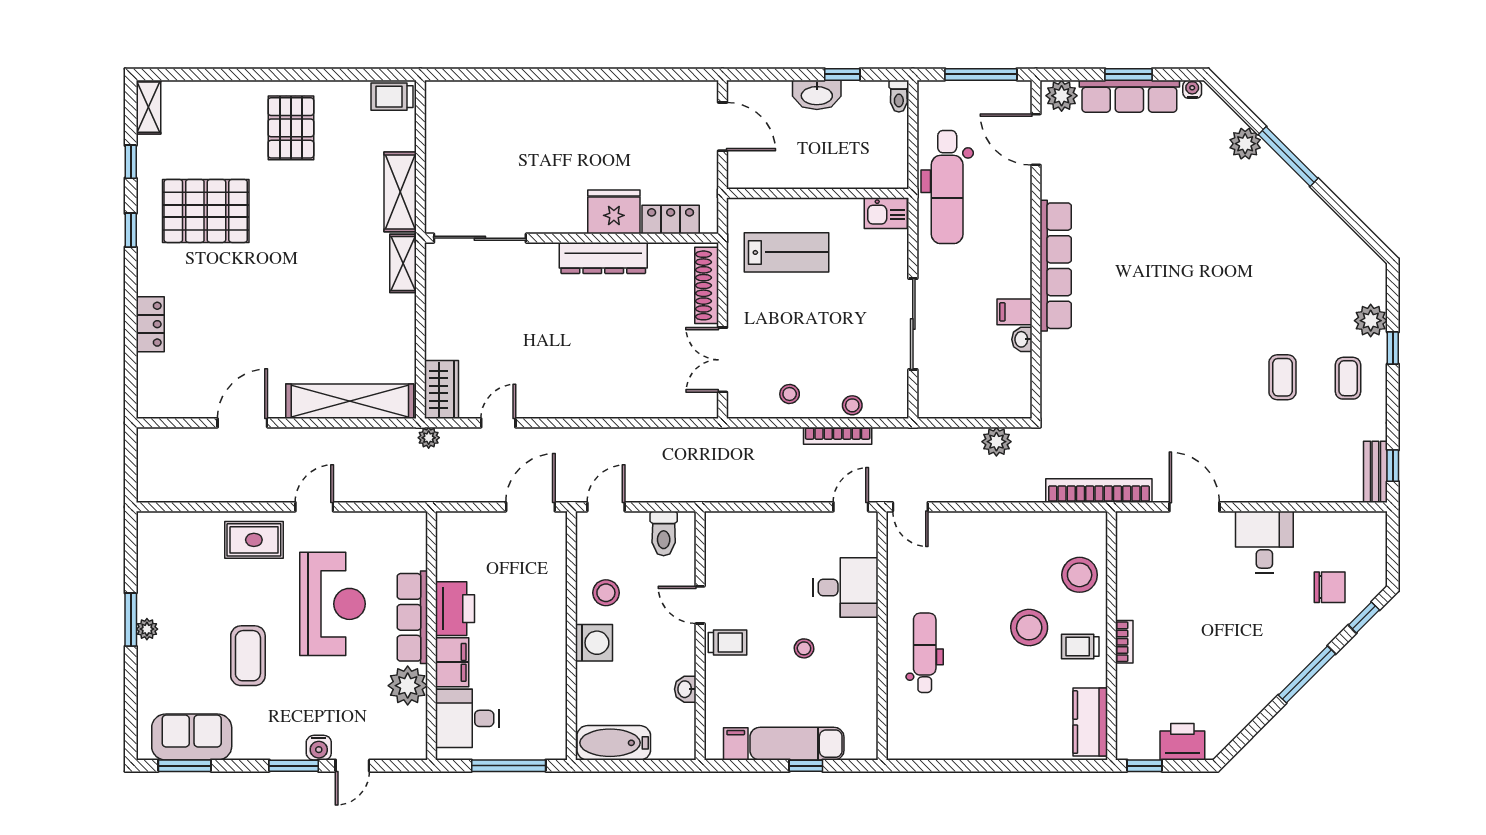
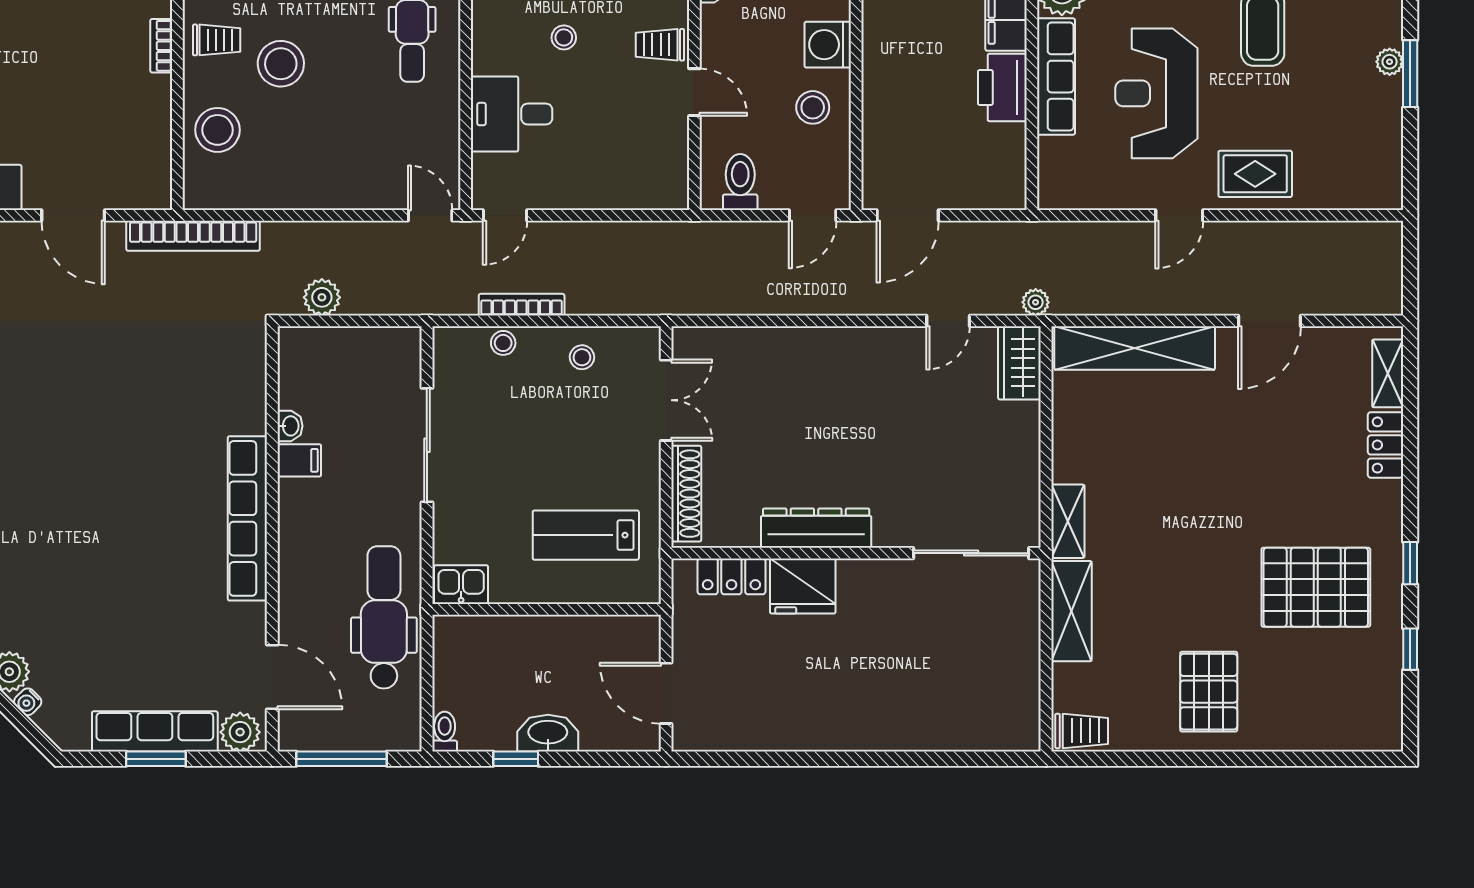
water cooler: (1192, 89) -> (28, 702), moved, turned 45
shelving: (148, 107) -> (1388, 373), moved

